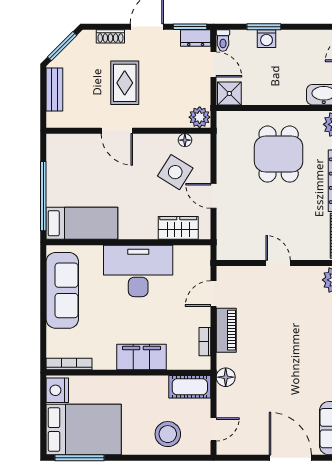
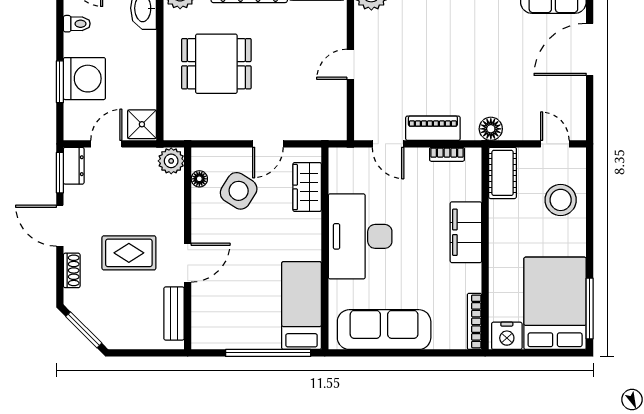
washing machine: (267, 39) -> (84, 79), width x1.89, depth x1.89
toilet: (223, 40) -> (77, 24), moved
bench: (54, 89) -> (174, 313), moved, turned 90

